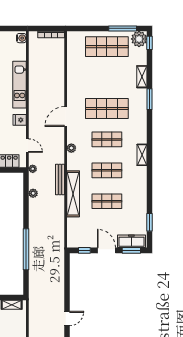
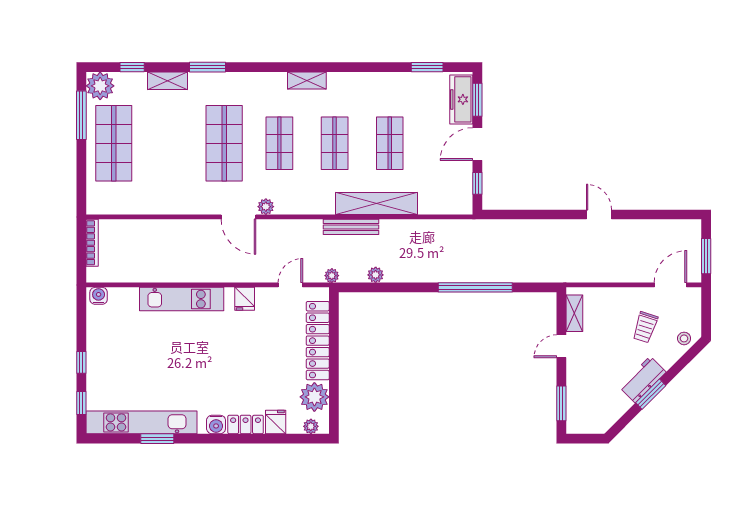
window: (150, 43) -> (132, 67), moved
plant: (71, 148) -> (266, 207), moved

